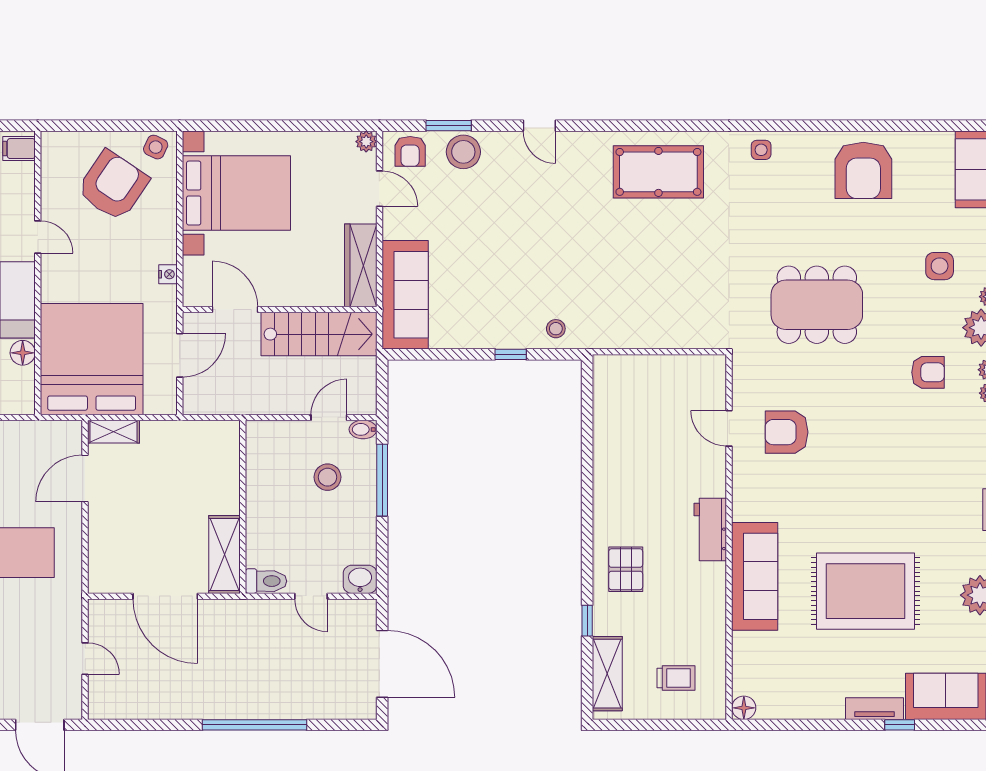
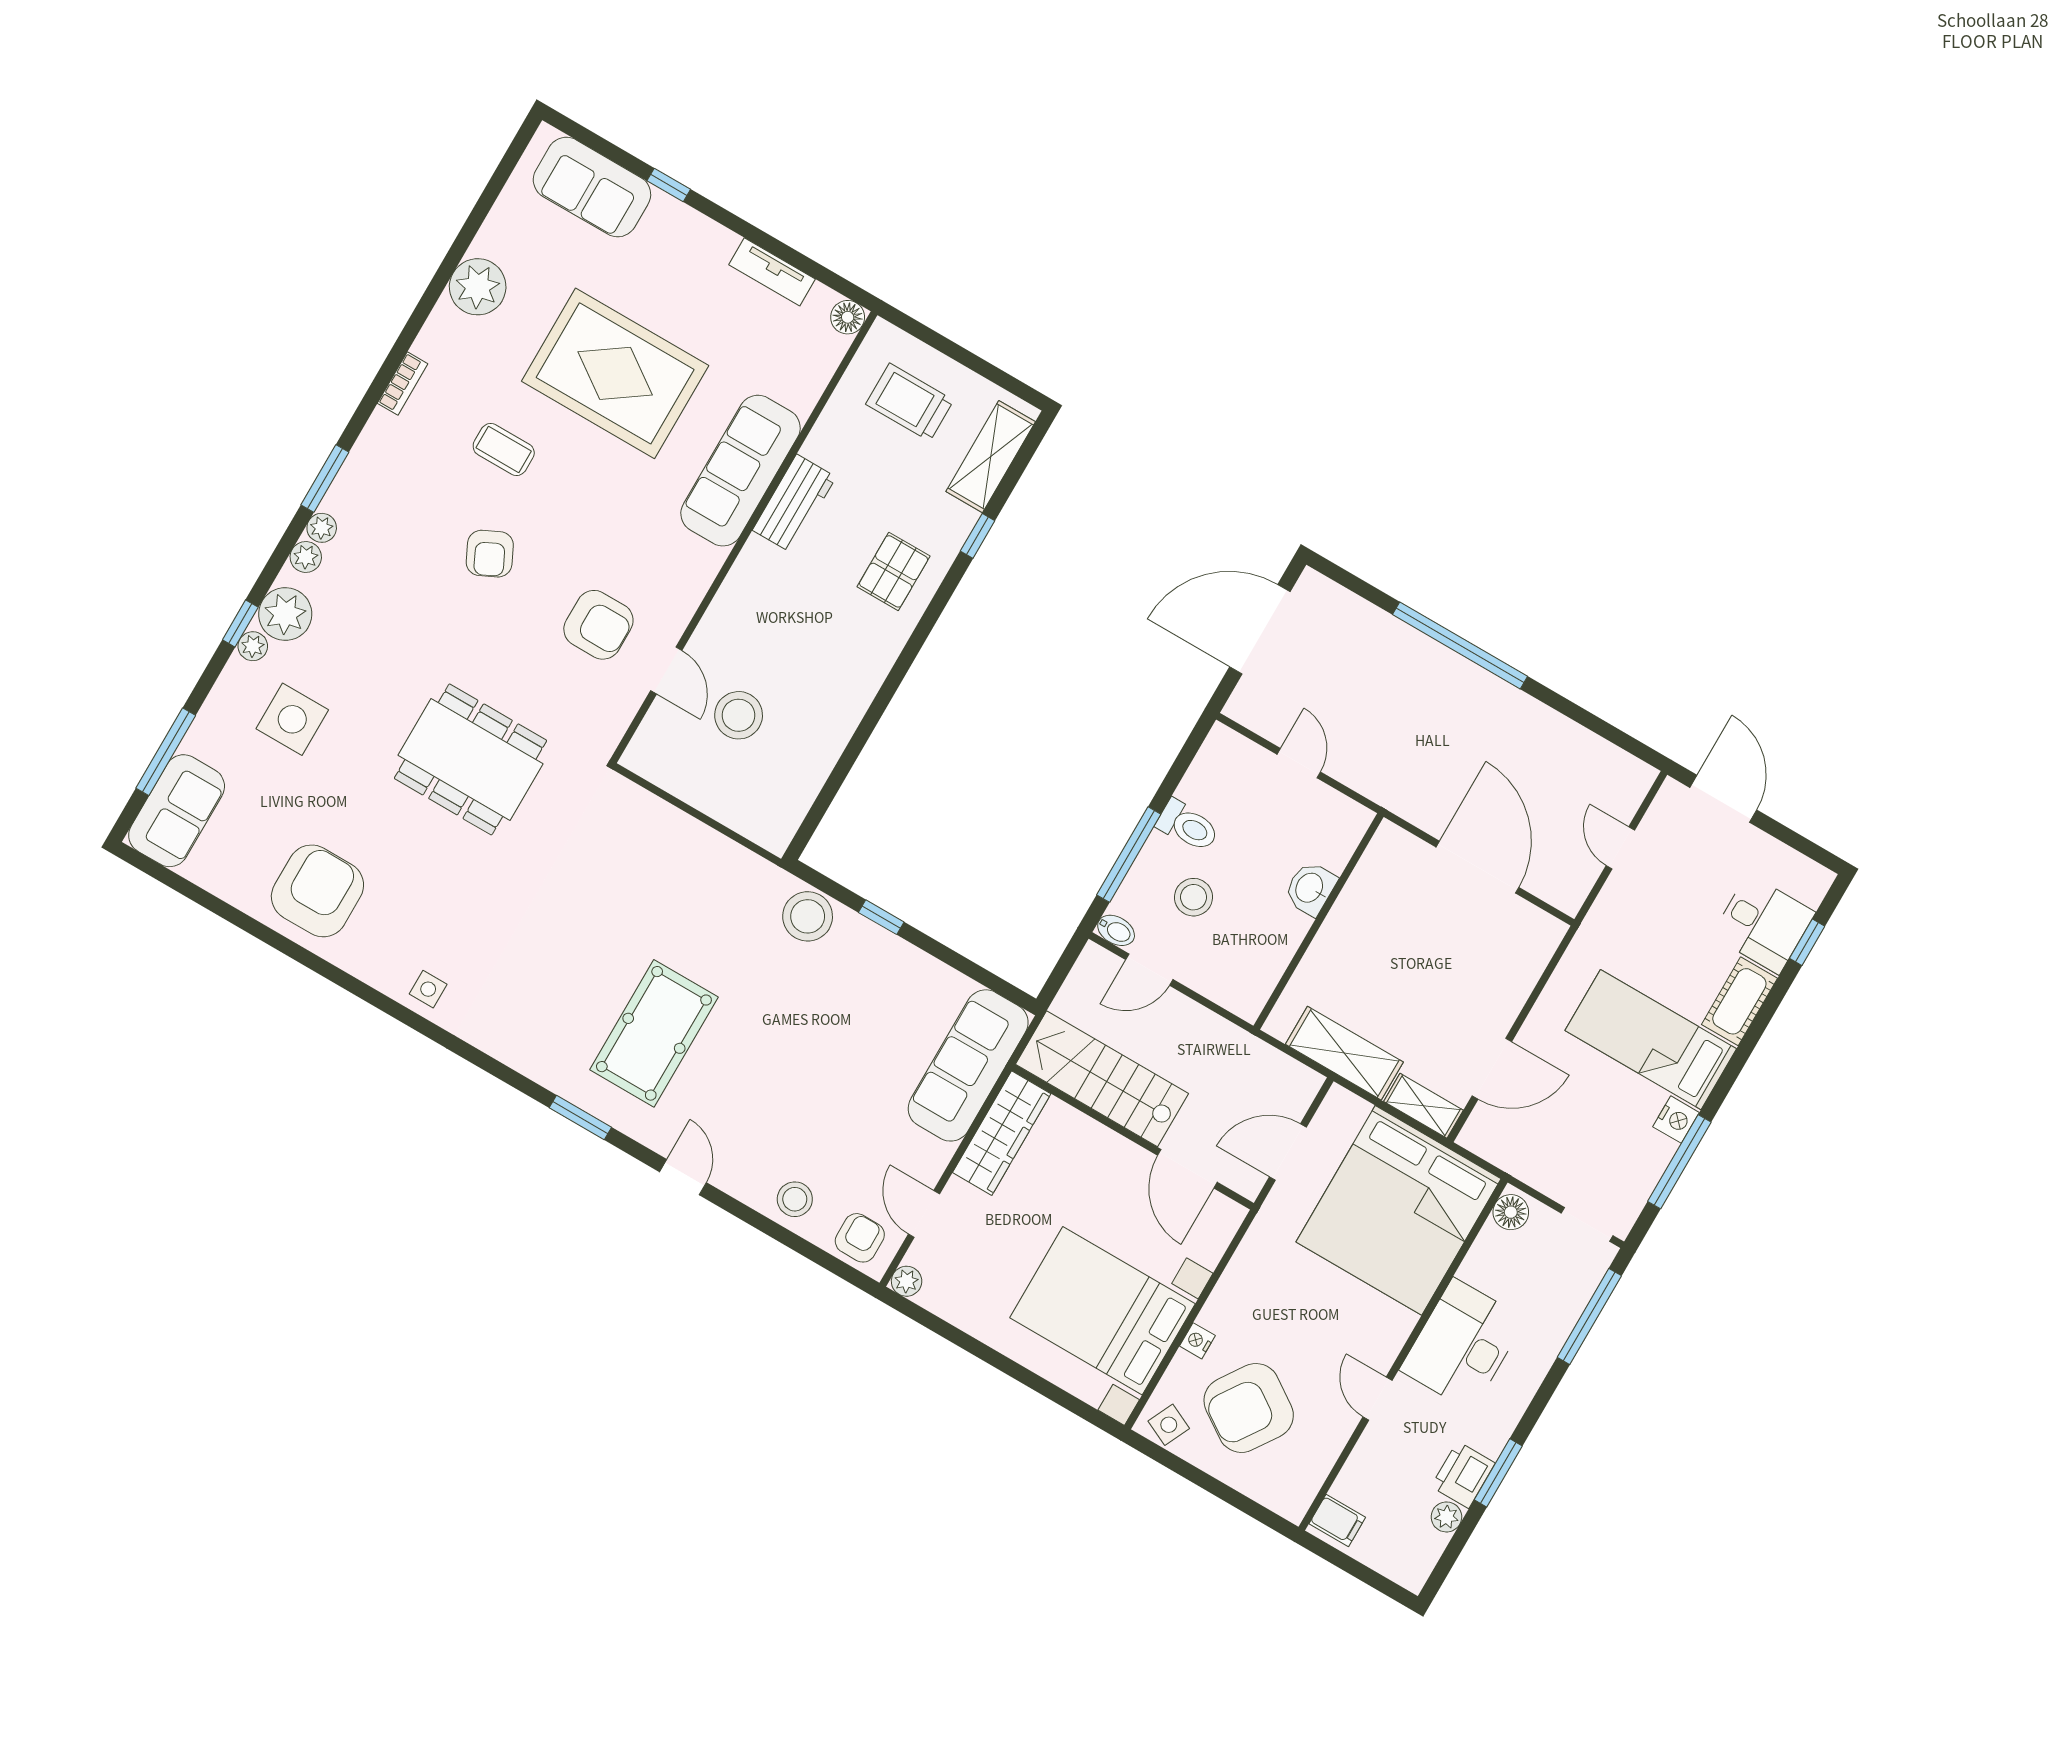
window: (449, 126) -> (580, 1117), moved
stool: (463, 152) -> (795, 1199), width x0.73, depth x0.73
pool table: (658, 172) -> (654, 1033), moved, turned 90
side table: (940, 266) -> (292, 719), width x1.37, depth x1.37
nightstand: (168, 274) -> (1197, 1341), moved
stool: (556, 329) -> (808, 916), width x1.89, depth x1.89
floor lamp: (23, 353) -> (1511, 1212), moved
armchair: (928, 372) -> (490, 554), moved, turned -116
stool: (669, 427) -> (739, 715), added
coffee table: (906, 505) -> (504, 449), added
workbench: (710, 530) -> (794, 504), moved
shelving: (225, 554) -> (1344, 1053), moved, turned 90
washbasin: (360, 579) -> (1310, 888), moved, turned 90
toilet: (266, 581) -> (1188, 826), moved, turned 180
door: (382, 664) -> (1260, 629), hinge flipped
trolley: (676, 678) -> (910, 402), width x1.36, depth x1.39
tv unit: (874, 709) -> (772, 272), moved

